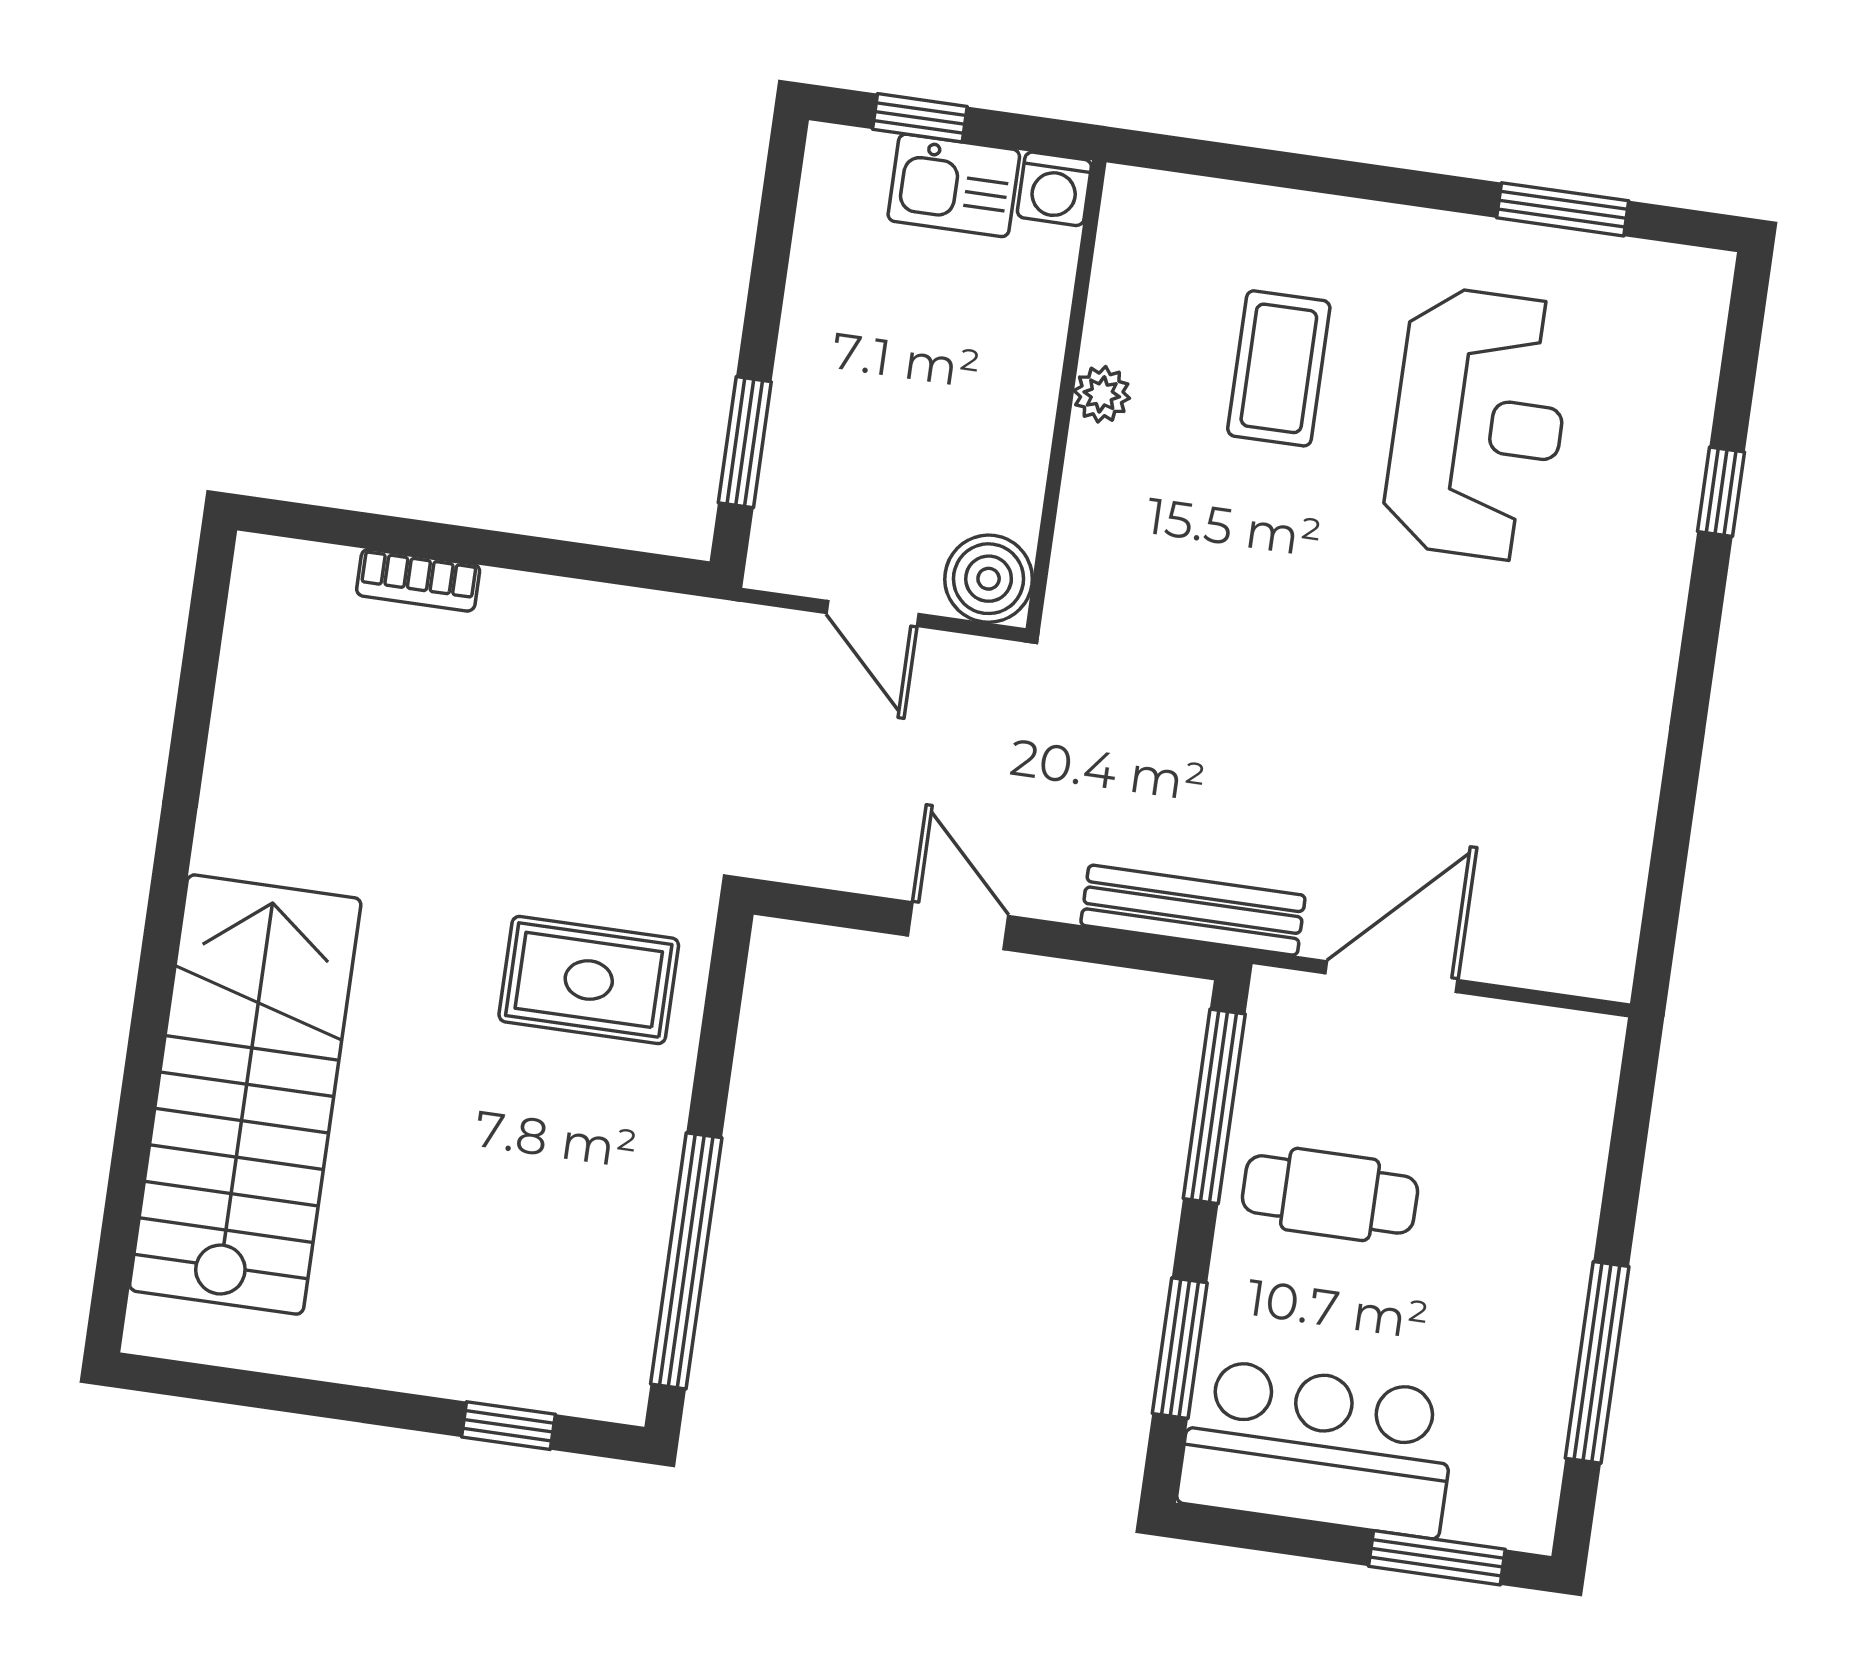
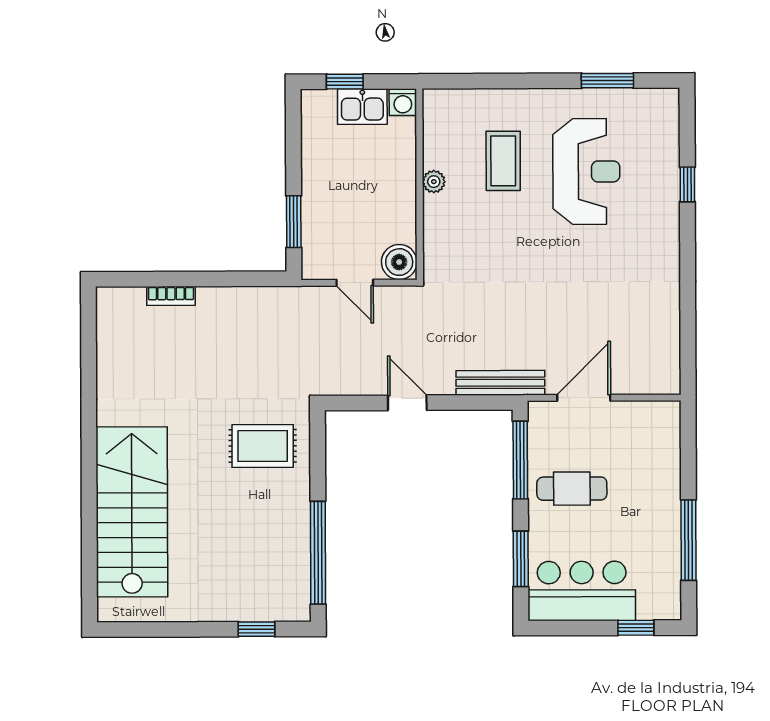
window: (1437, 1558) -> (636, 628), width x0.67

